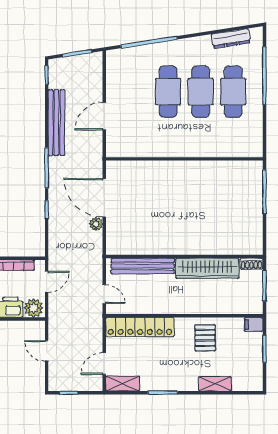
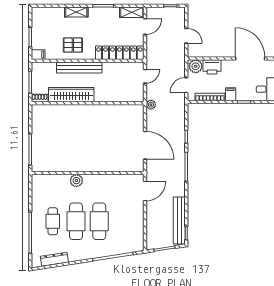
cafe table: (233, 92) -> (53, 221), width x0.73, depth x0.74
door: (104, 116) -> (145, 191), moved
bench: (56, 123) -> (179, 220), moved
plant: (200, 148) -> (76, 181), added
plant: (96, 224) -> (151, 105), moved
bench: (143, 266) -> (79, 67), moved
door: (104, 294) -> (145, 76), swing flipped
pallet: (205, 338) -> (73, 45), turned 90
shelving: (215, 384) -> (76, 12), moved

